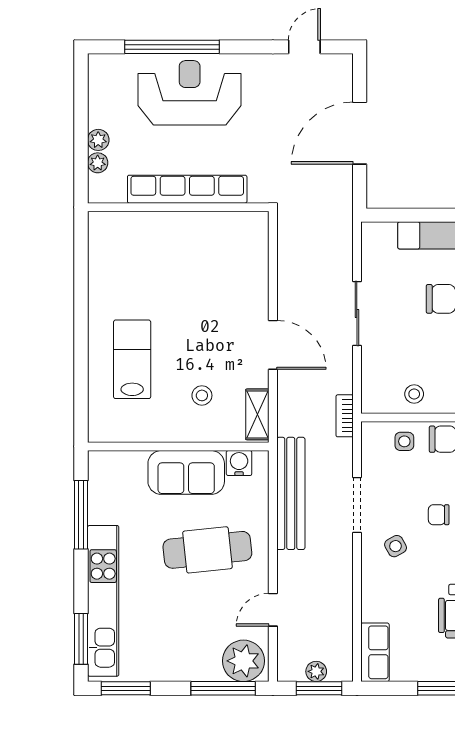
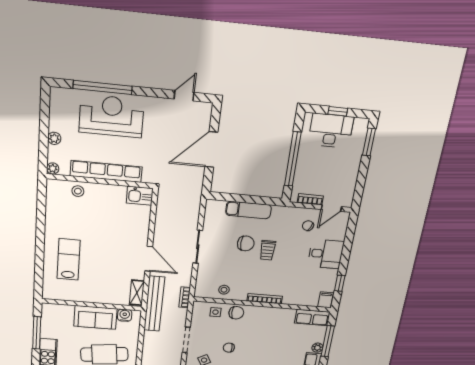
plant: (98, 163) -> (53, 168), moved
kitchen sink: (247, 227) -> (140, 196), added
stool: (202, 395) -> (78, 191), moved
bench: (291, 493) -> (154, 304), moved

